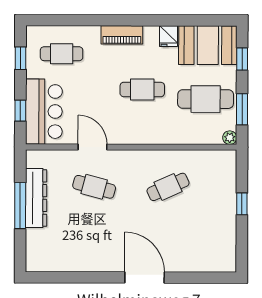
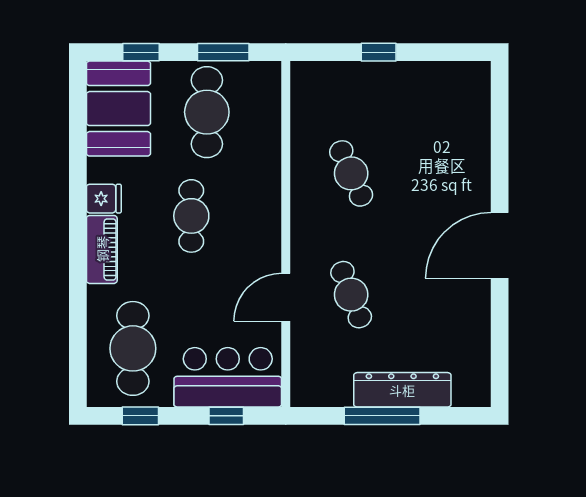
fridge: (169, 36) -> (104, 199), moved
cafe table: (62, 54) -> (133, 348), width x1.37, depth x1.35
plant: (230, 138) -> (270, 72), removed
cafe table: (94, 187) -> (351, 295), turned -36
dresser: (36, 198) -> (402, 390), moved
door: (145, 277) -> (500, 245), moved

